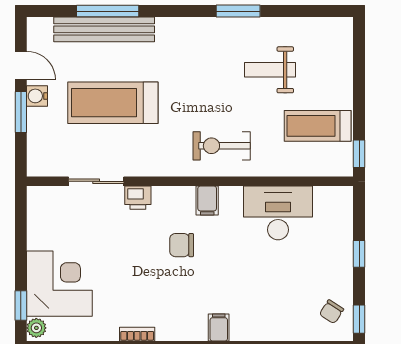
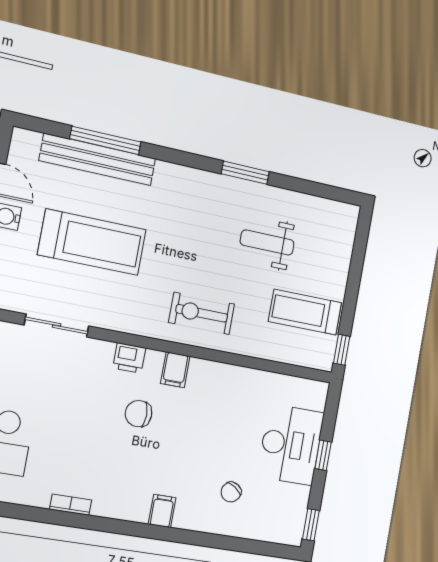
treadmill: (113, 103) -> (92, 242), turned 180
printer: (138, 198) -> (129, 358), moved
desk: (278, 213) -> (291, 445), moved, turned 90
chair: (331, 312) -> (231, 492), moved

